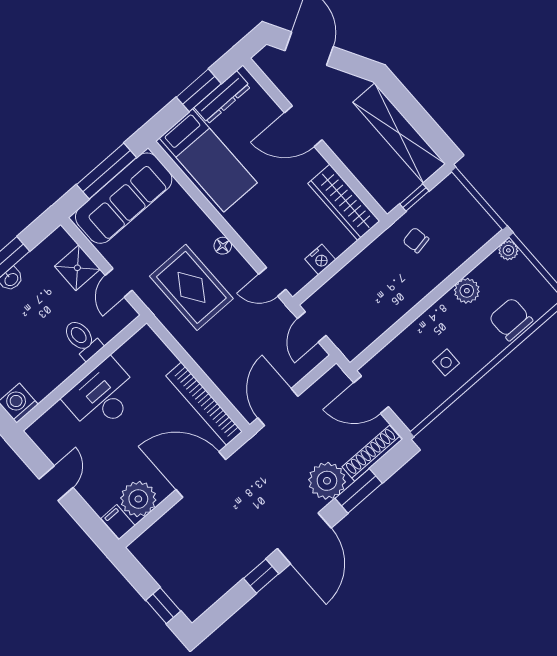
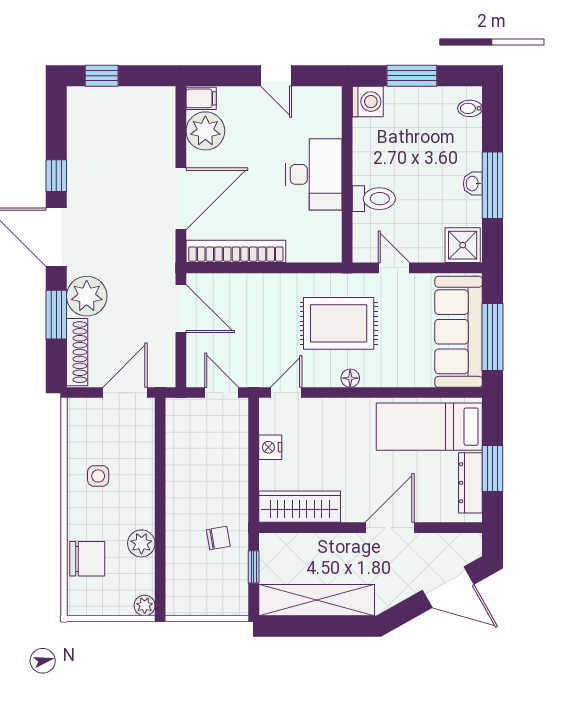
shower: (77, 268) -> (463, 245), moved

